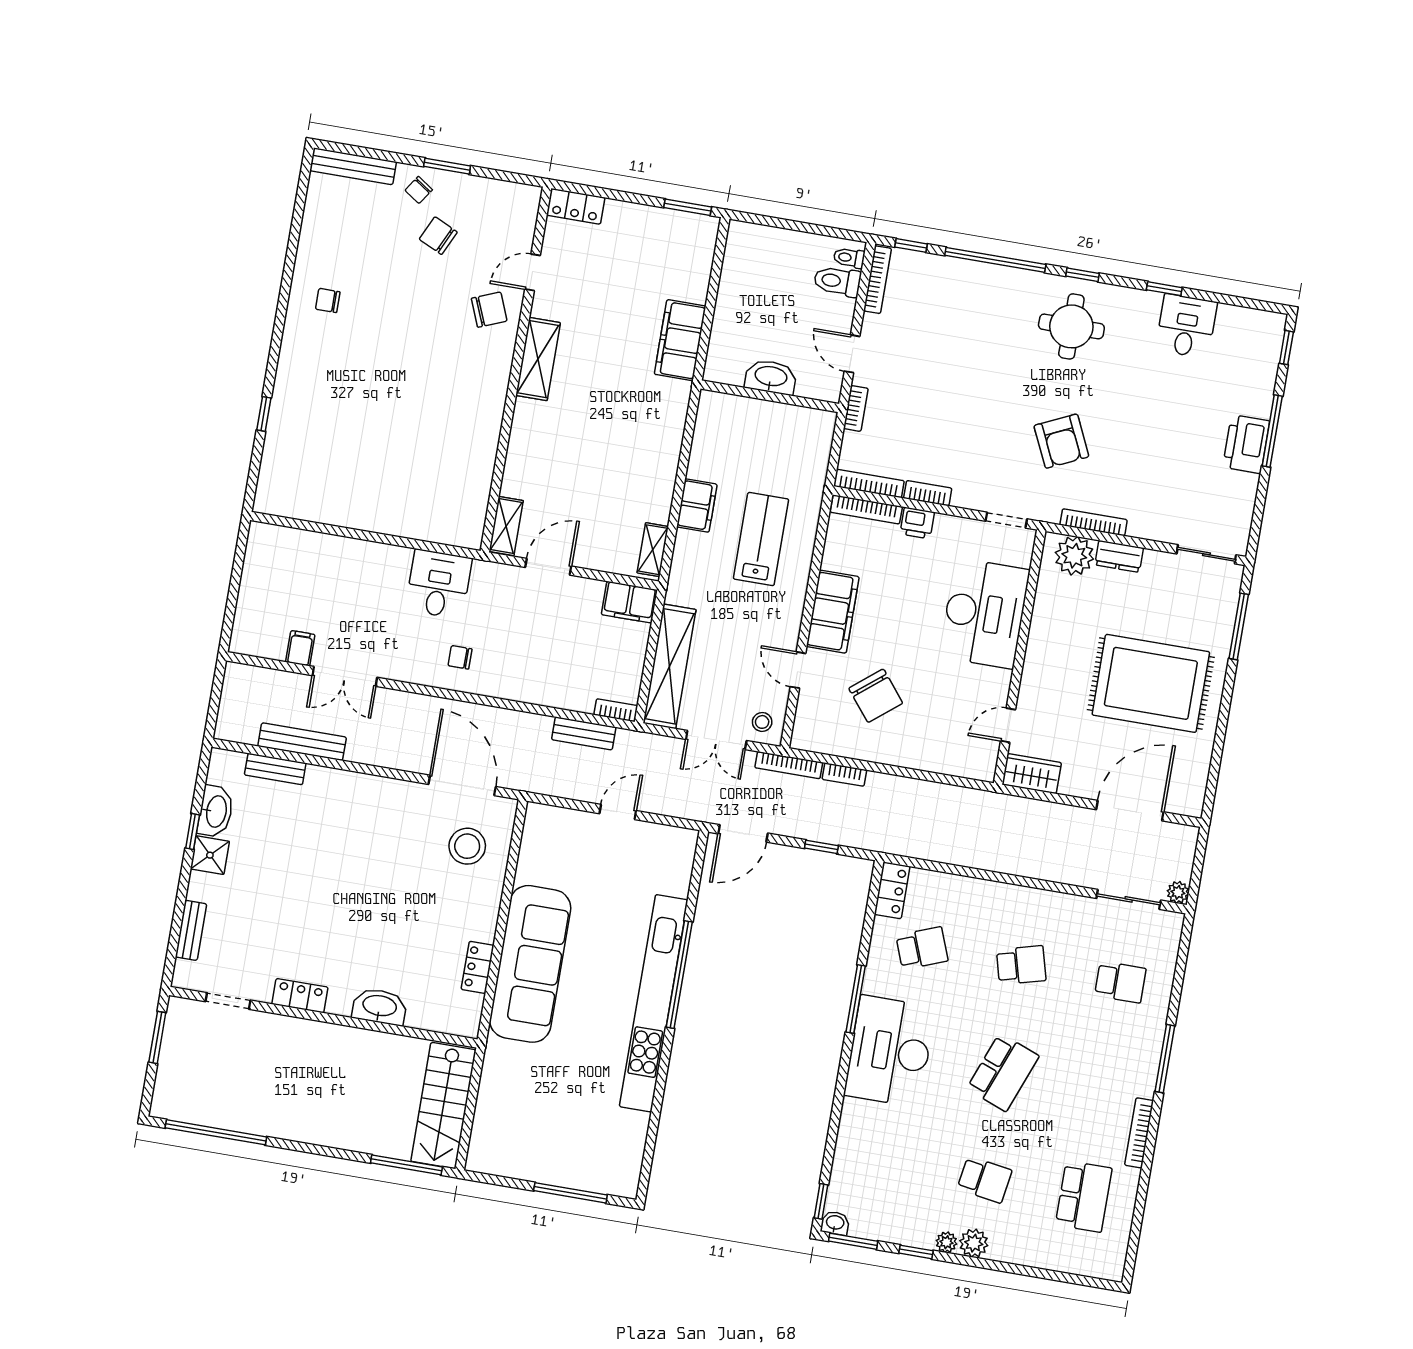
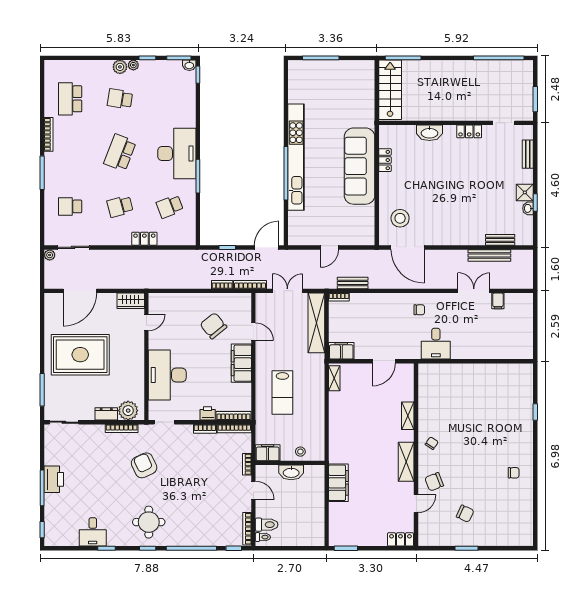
bench: (353, 166) -> (512, 540), removed
chair: (419, 190) -> (432, 443), moved
filing cabinet: (697, 506) -> (268, 453), moved, turned 90
shelving: (506, 526) -> (408, 416), moved
stool: (762, 722) -> (300, 452), moved
washbasin: (216, 811) -> (528, 208), width x0.52, depth x0.69
locker: (892, 890) -> (144, 239), moved, turned 90

